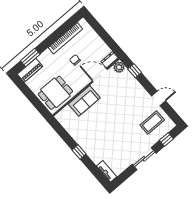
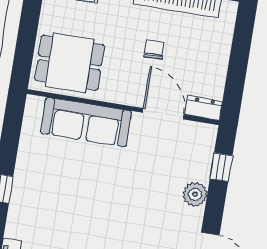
plant: (119, 67) -> (195, 194), moved
sofa: (84, 101) -> (86, 122), width x1.36

